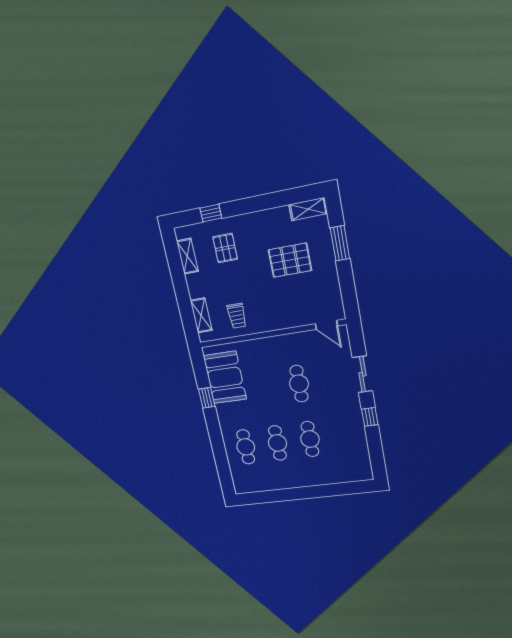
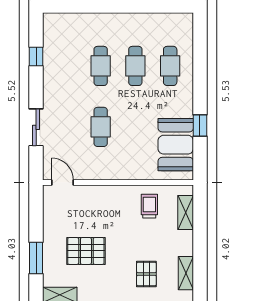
window: (370, 417) -> (36, 57), moved

